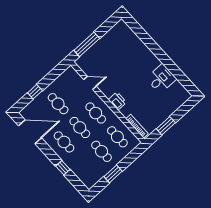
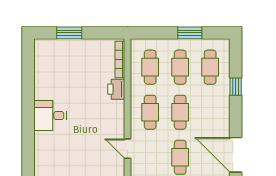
desk: (161, 79) -> (50, 116), moved
printer: (117, 101) -> (116, 89), moved
window: (166, 126) -> (69, 33), moved
cafe table: (64, 142) -> (210, 67), moved

